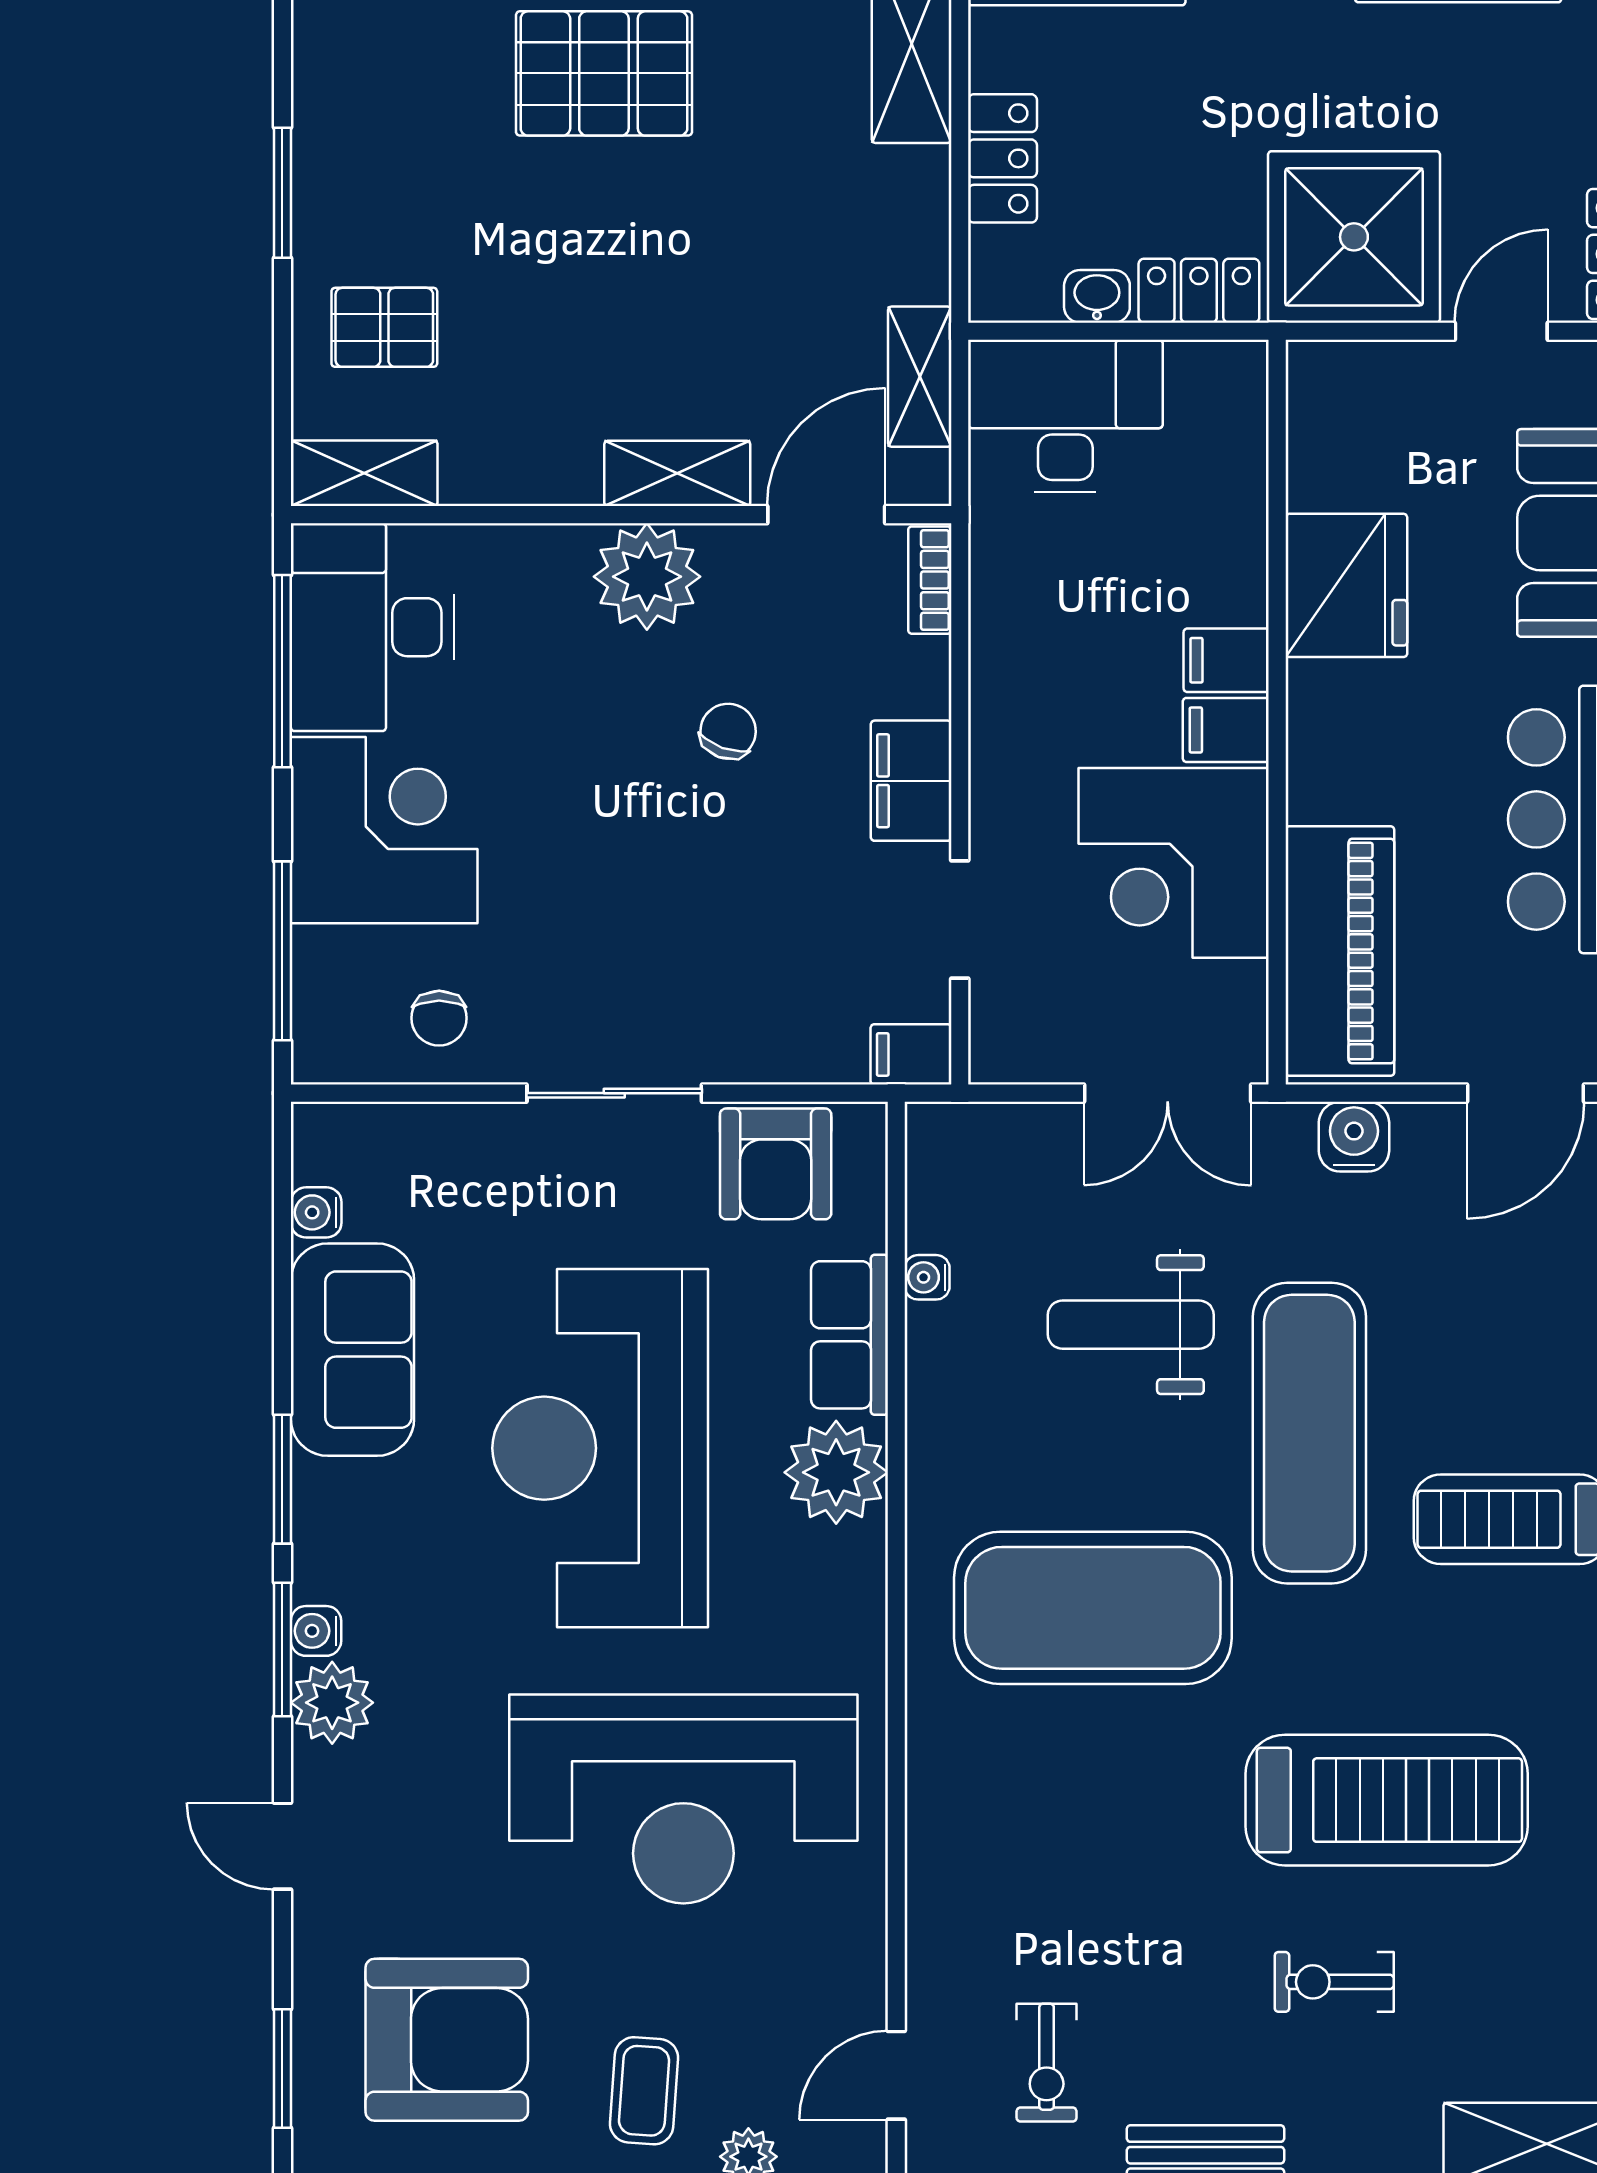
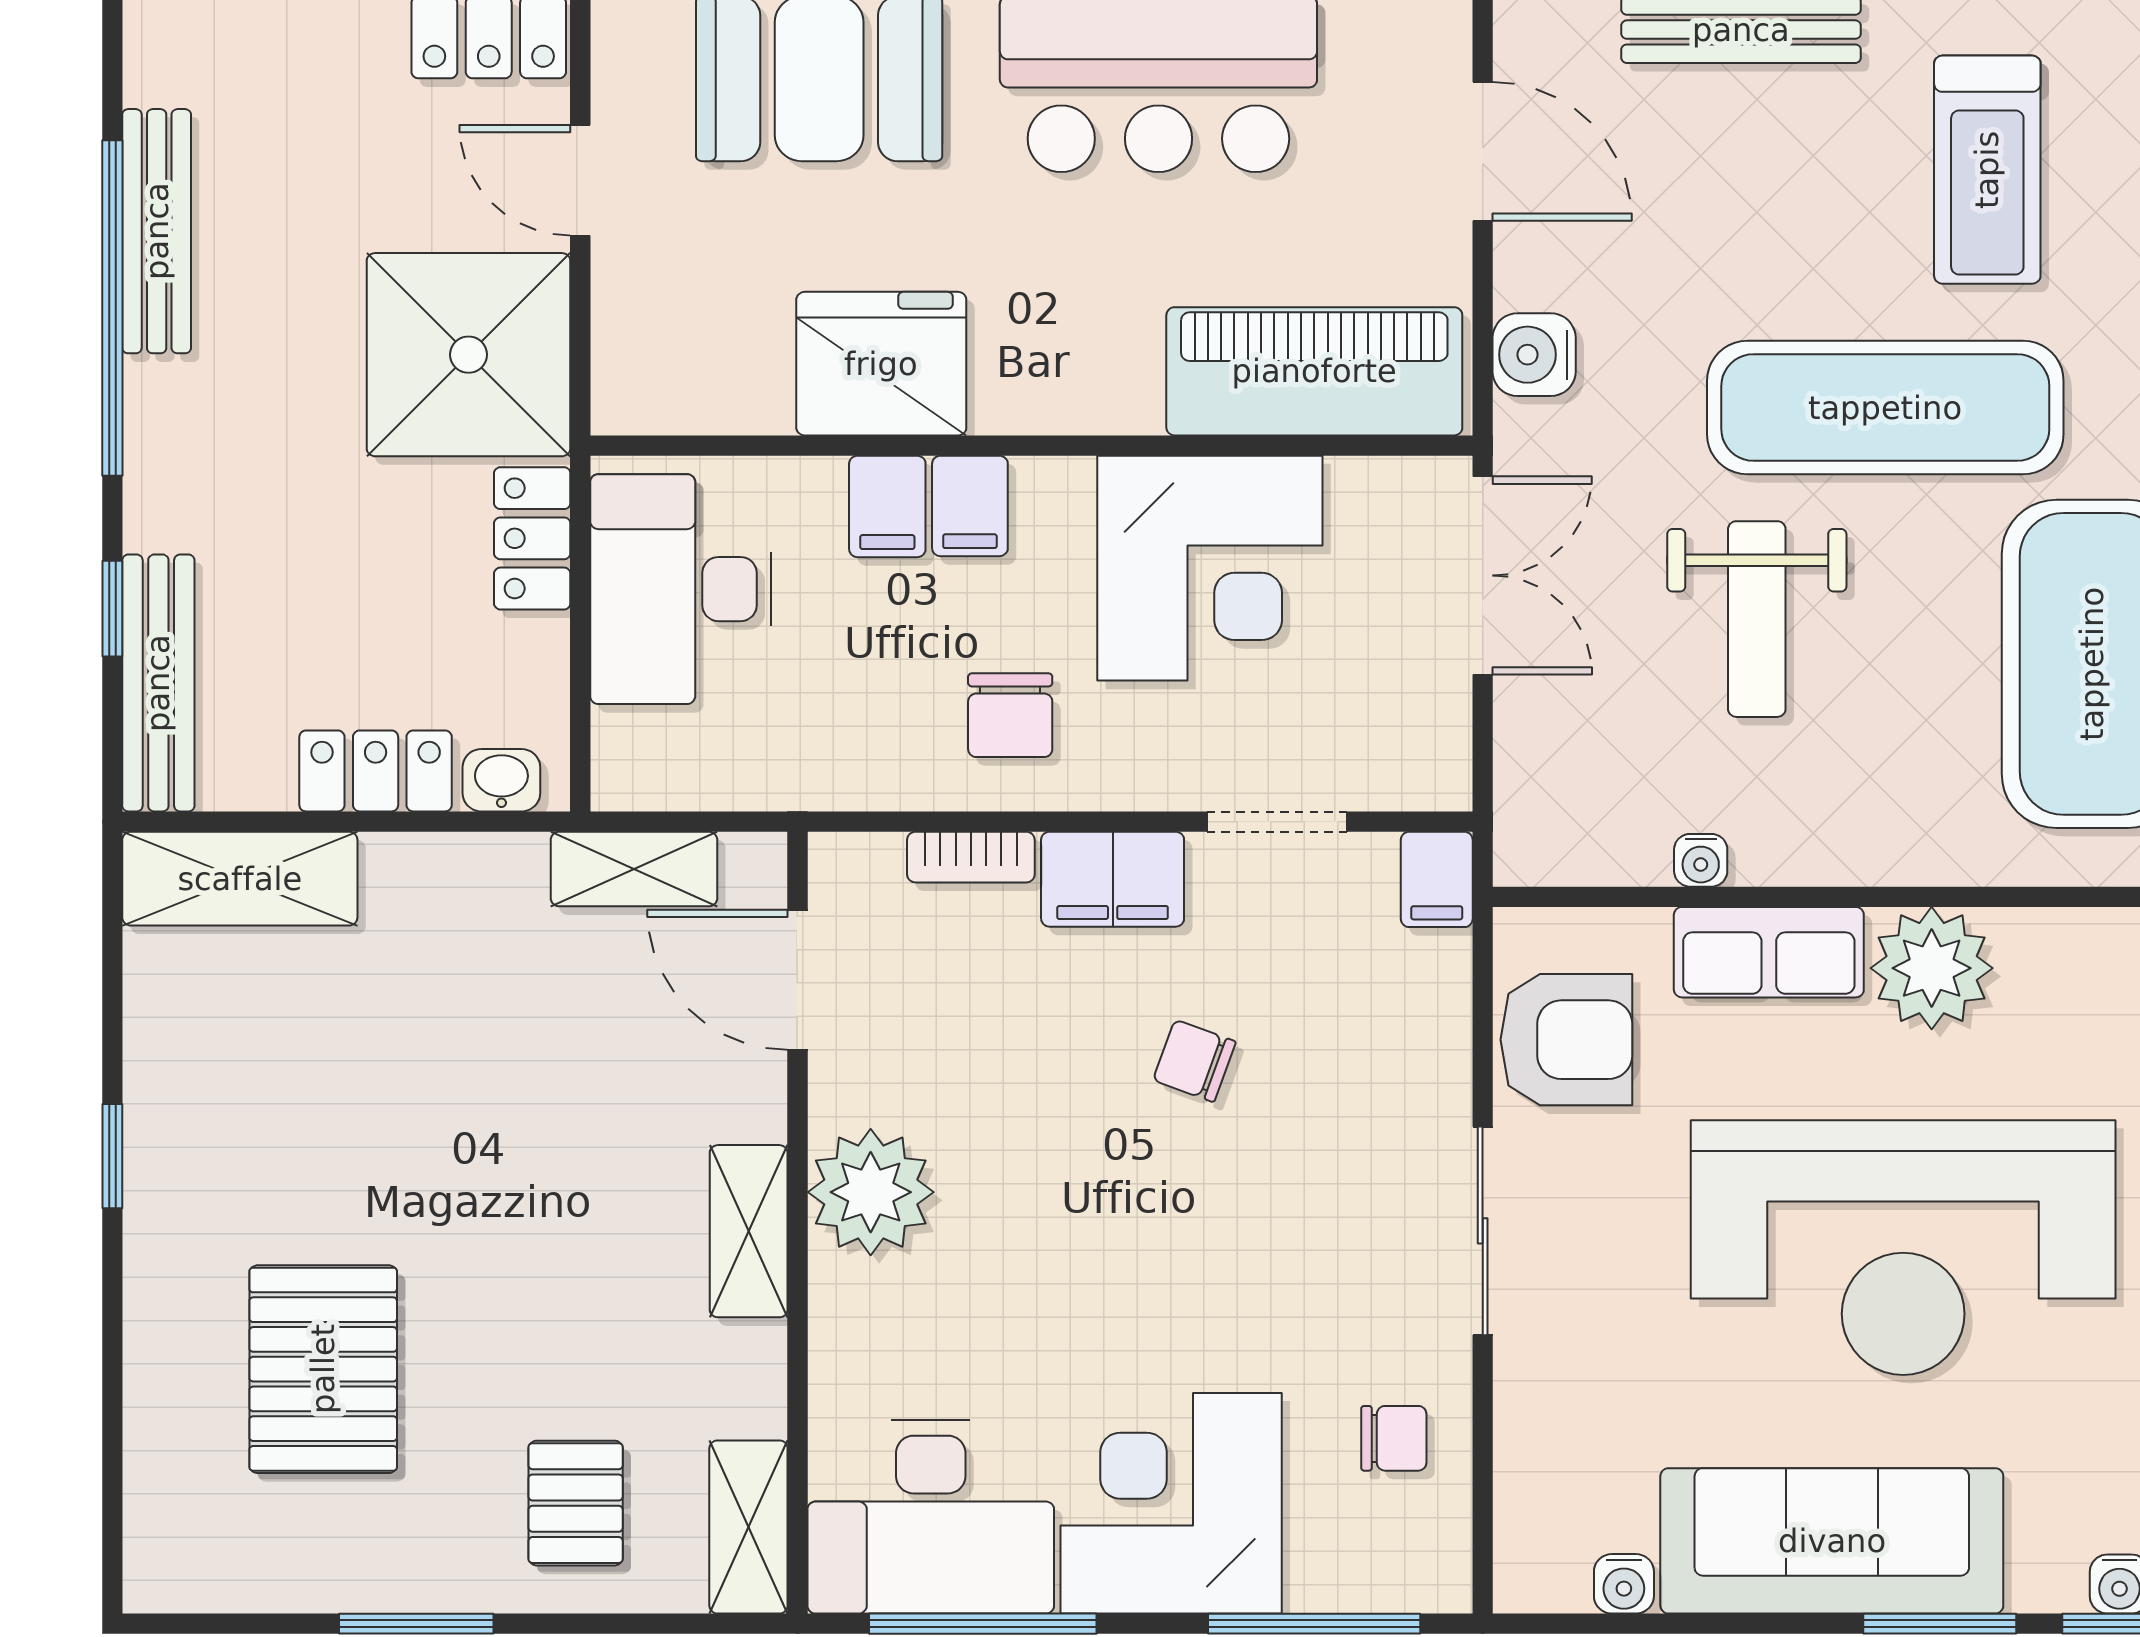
pallet: (604, 73) -> (323, 1369), moved
washbasin: (1097, 296) -> (501, 780), moved, turned 90
desk: (1065, 416) -> (681, 589), moved
shelving: (677, 473) -> (749, 1231), moved
bookcase: (930, 580) -> (971, 857), moved
chair: (1050, 694) -> (1010, 715), added
filing cabinet: (1226, 730) -> (887, 506), moved
chair: (728, 731) -> (1194, 1061), moved
sofa: (352, 1350) -> (1832, 1541), width x1.36

